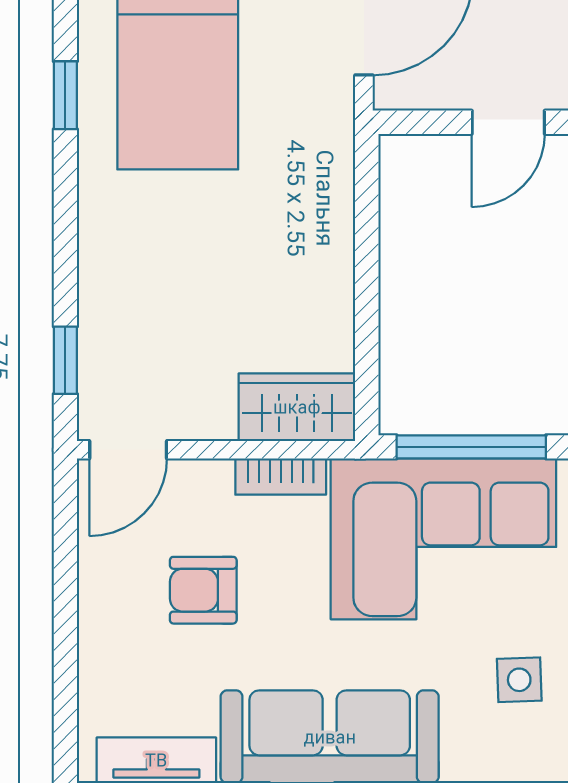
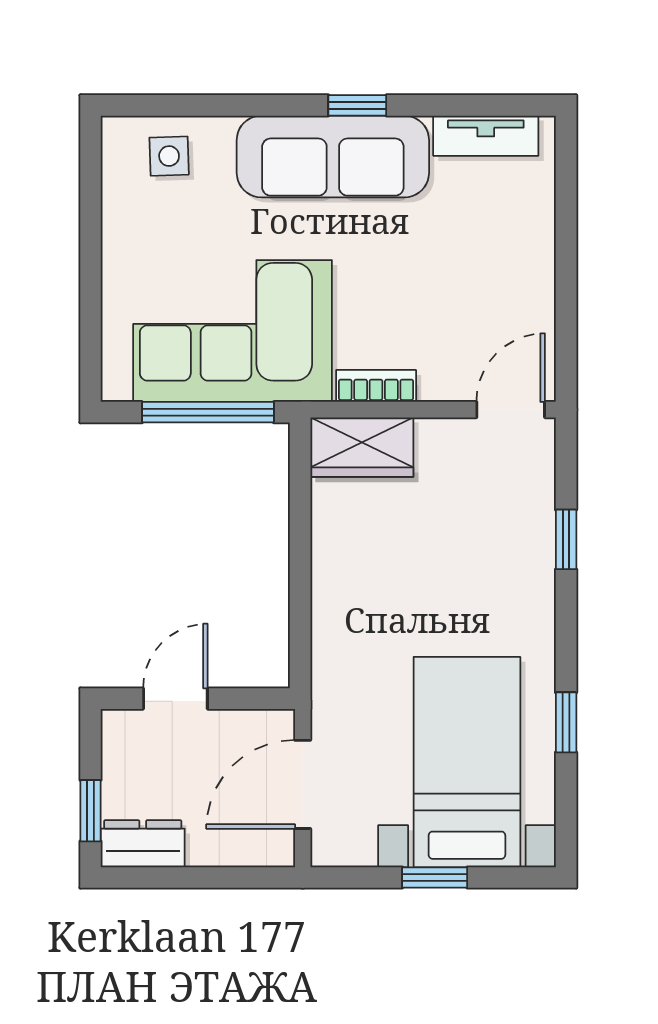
window: (65, 360) -> (566, 539), moved
armchair: (203, 590) -> (444, 286), removed
side table: (519, 680) -> (169, 156), moved

